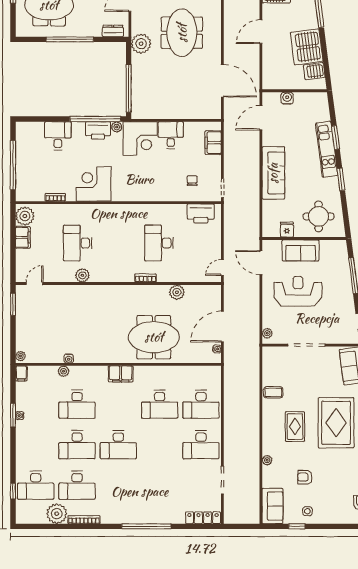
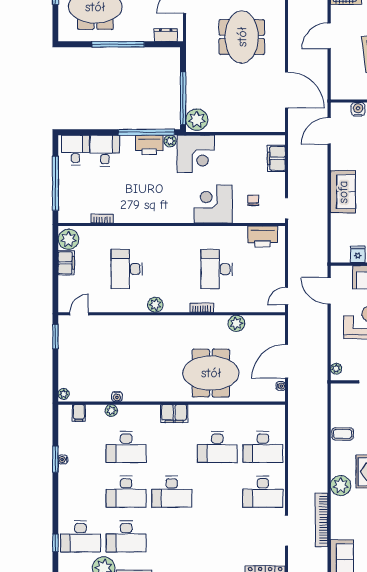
plant: (141, 44) -> (197, 120), moved
desk: (171, 135) -> (75, 150), moved
sofa: (273, 173) -> (343, 192), width x0.73
corner desk: (94, 184) -> (213, 204), moved
plant: (82, 275) -> (155, 305), moved
filing cabinet: (21, 373) -> (79, 413), moved
plant: (267, 460) -> (341, 486), moved, width x1.88, depth x1.88
bookcase: (254, 470) -> (322, 520), added

